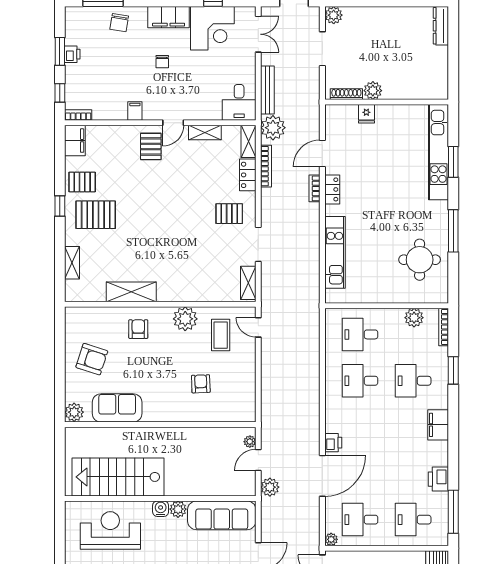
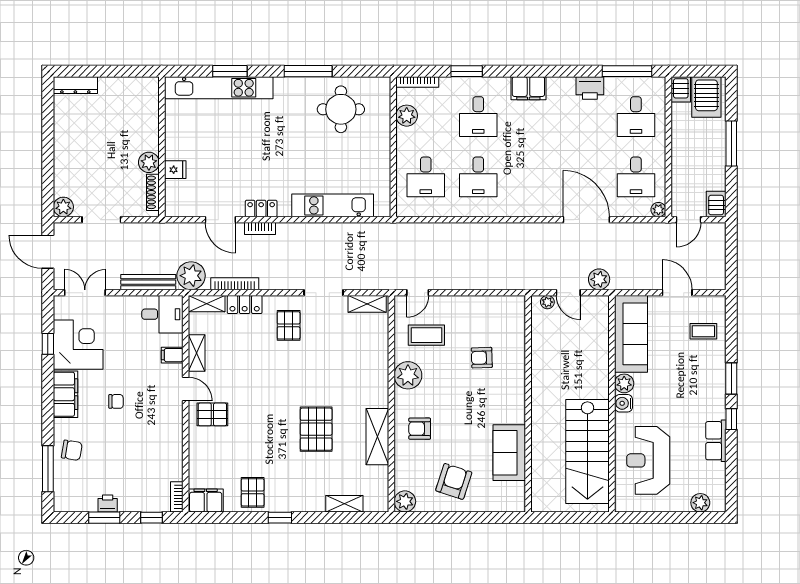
filing cabinet: (135, 111) -> (172, 355), moved
pallet: (96, 215) -> (316, 429), moved
plant: (74, 412) -> (405, 501), moved
printer: (333, 443) -> (549, 207), removed

